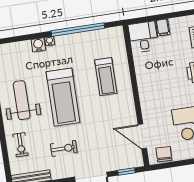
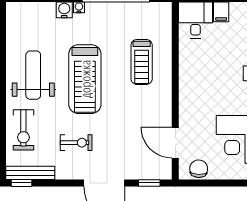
exercise bike: (21, 145) -> (23, 130), width x1.38, depth x1.39

